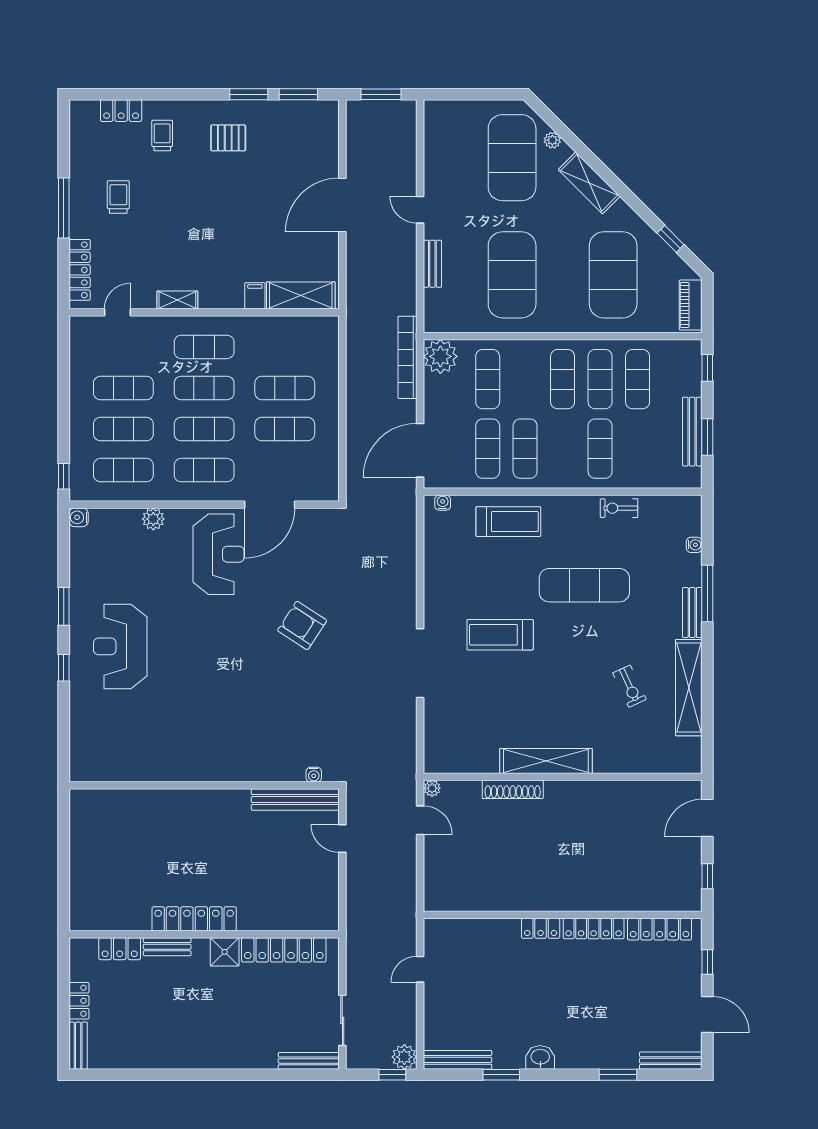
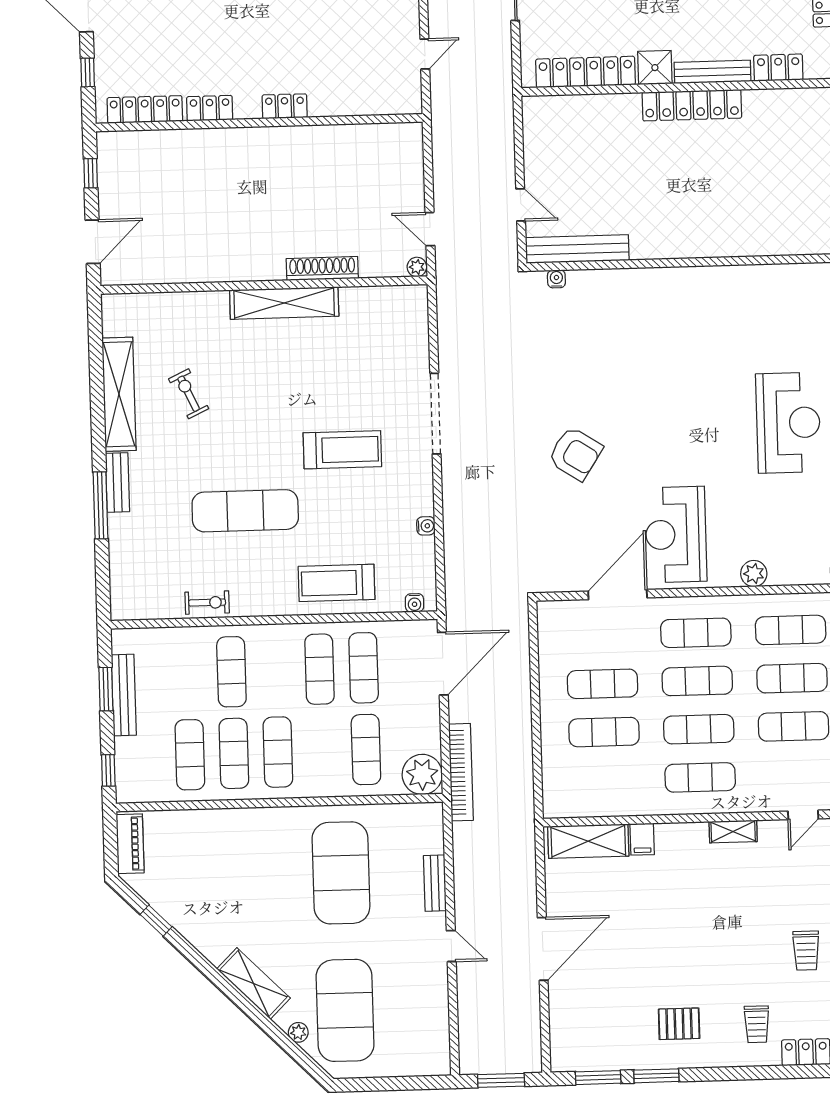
exercise mat: (613, 275) -> (222, 876), removed
water cooler: (694, 545) -> (426, 526), moved, turned 180
locker: (594, 929) -> (210, 108), width x0.66
bench: (167, 947) -> (712, 72), width x1.36

